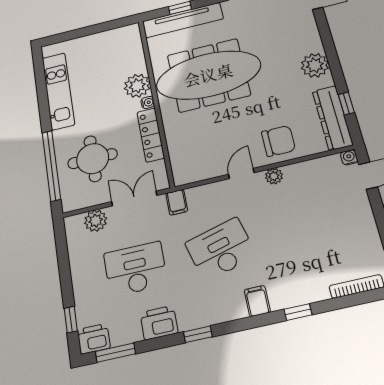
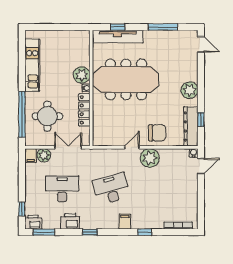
plant: (274, 176) -> (150, 158), width x1.88, depth x1.88
filing cabinet: (177, 202) -> (31, 156), moved

